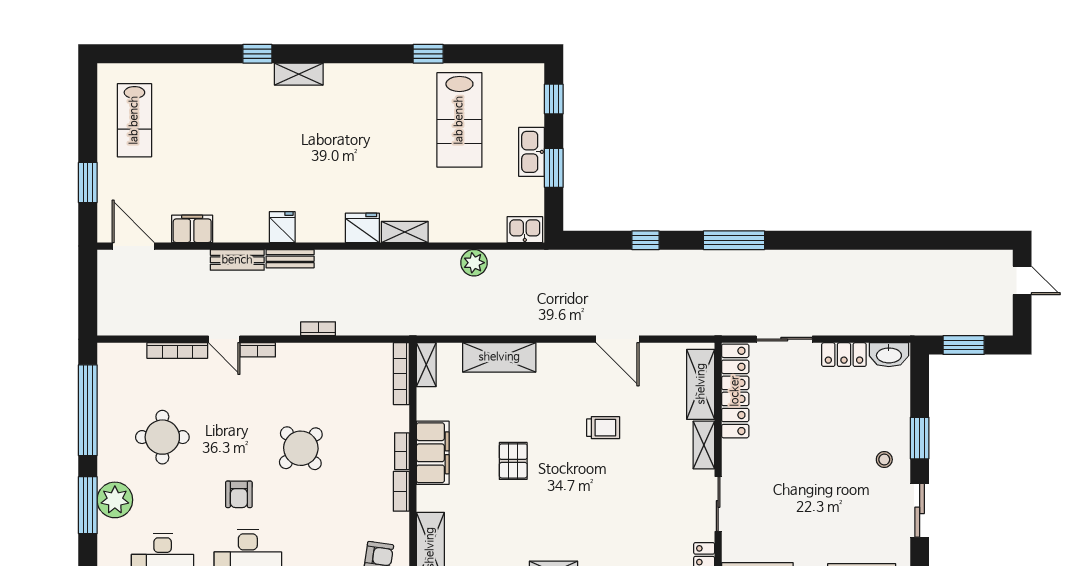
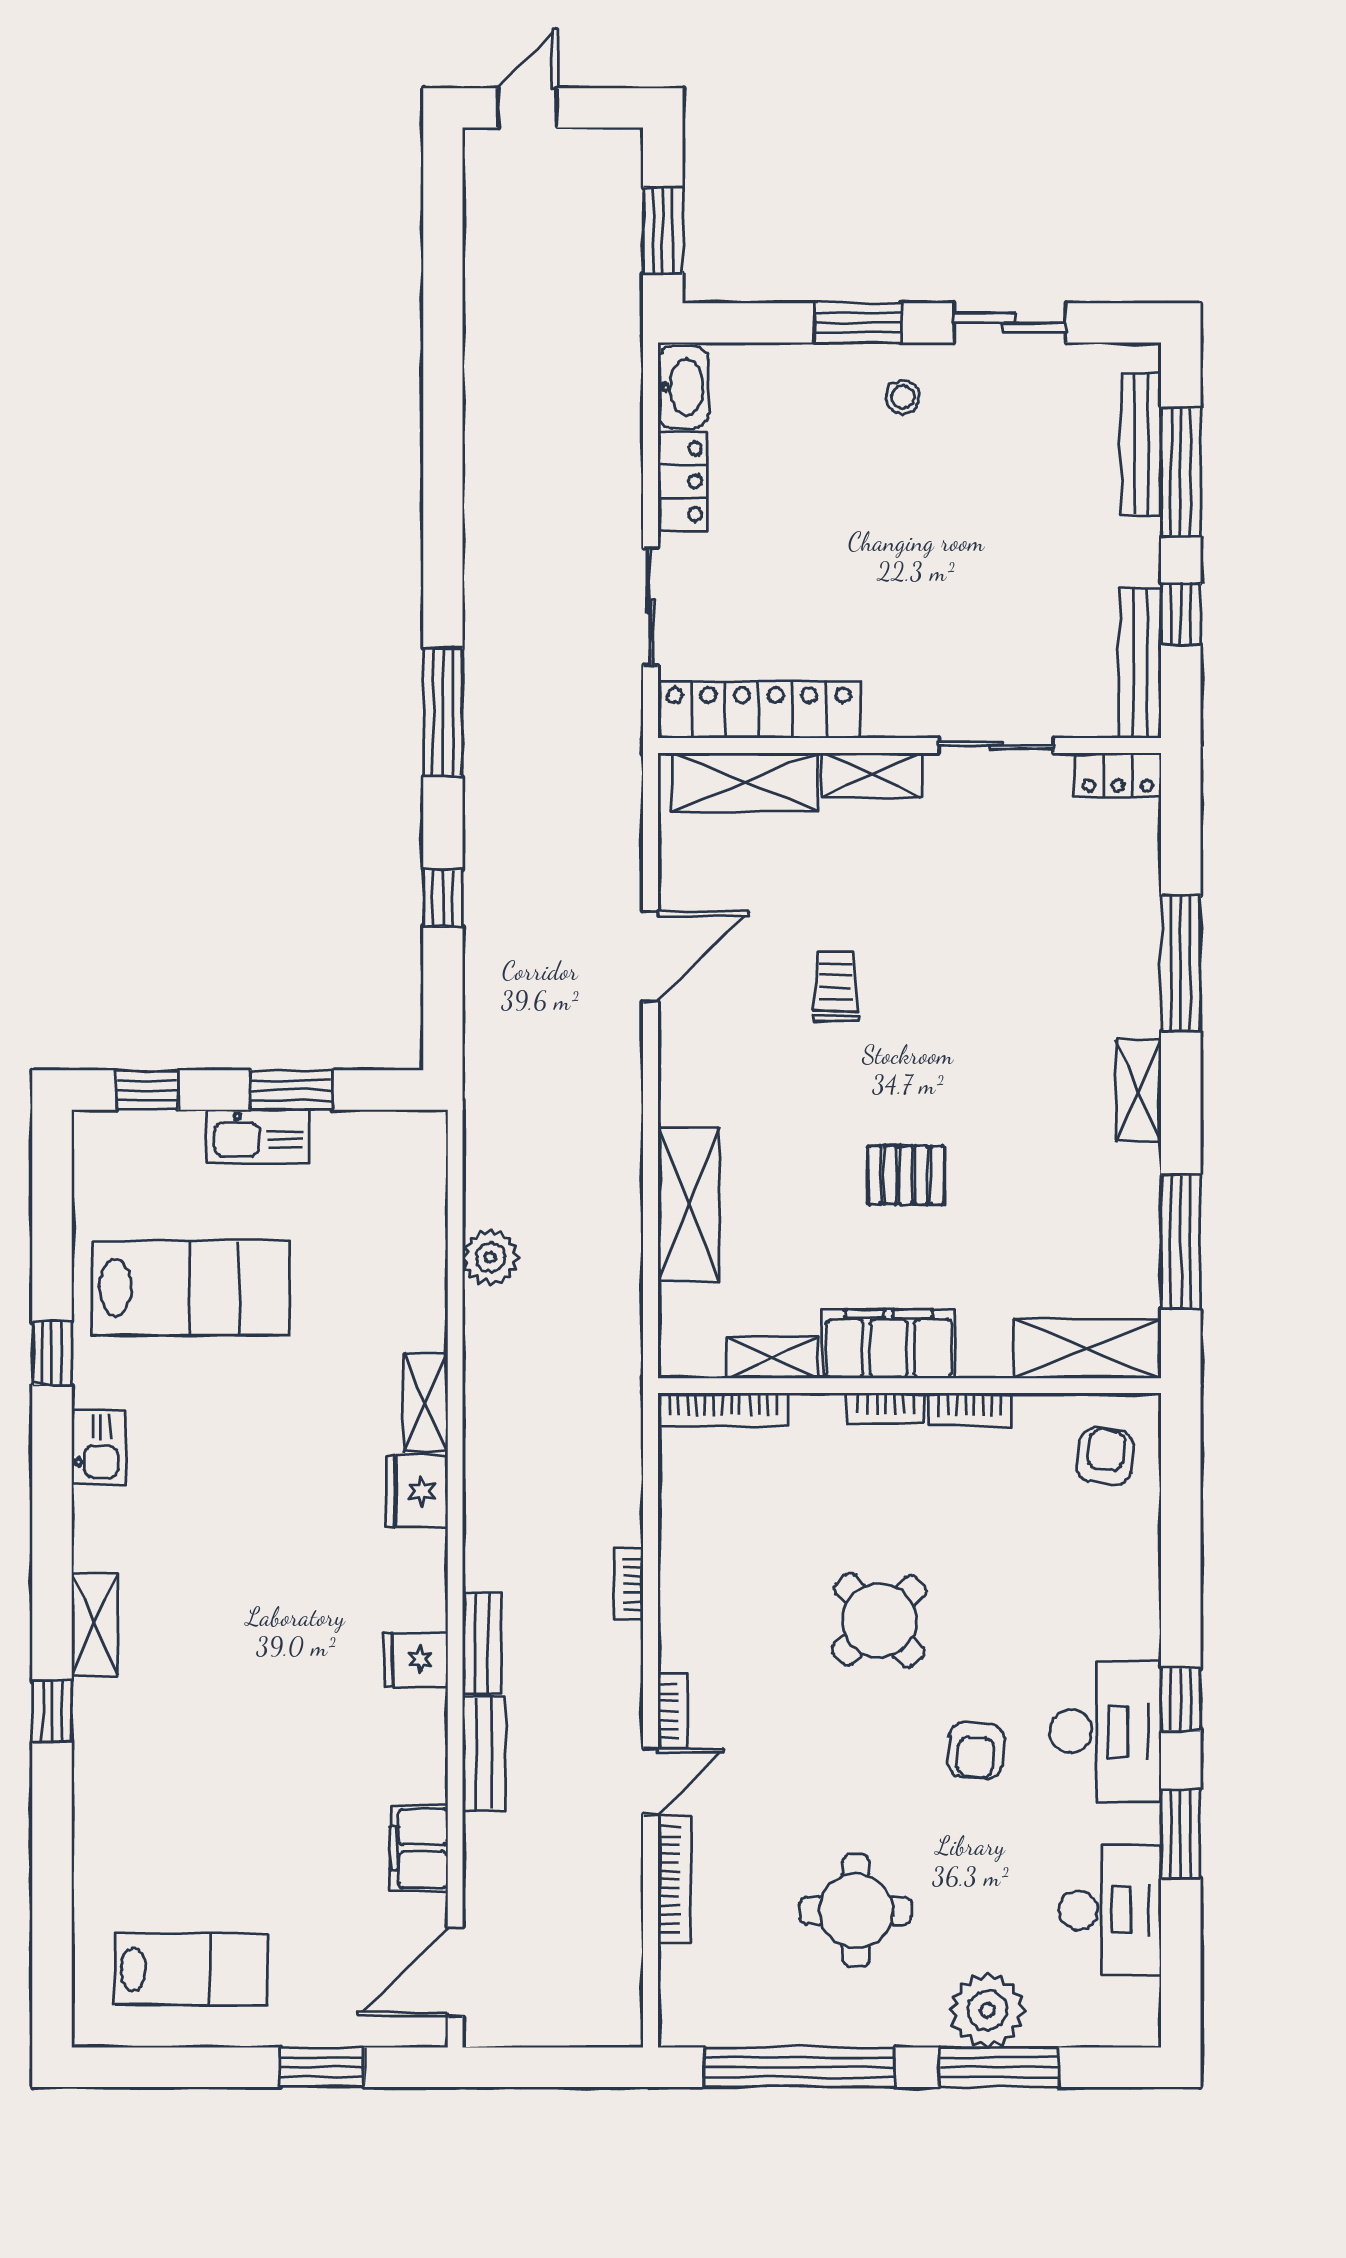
kitchen sink: (525, 230) -> (99, 1447), moved, turned 180
shelving: (426, 365) -> (772, 1358), moved
armchair: (239, 494) -> (976, 1750), turned 94

